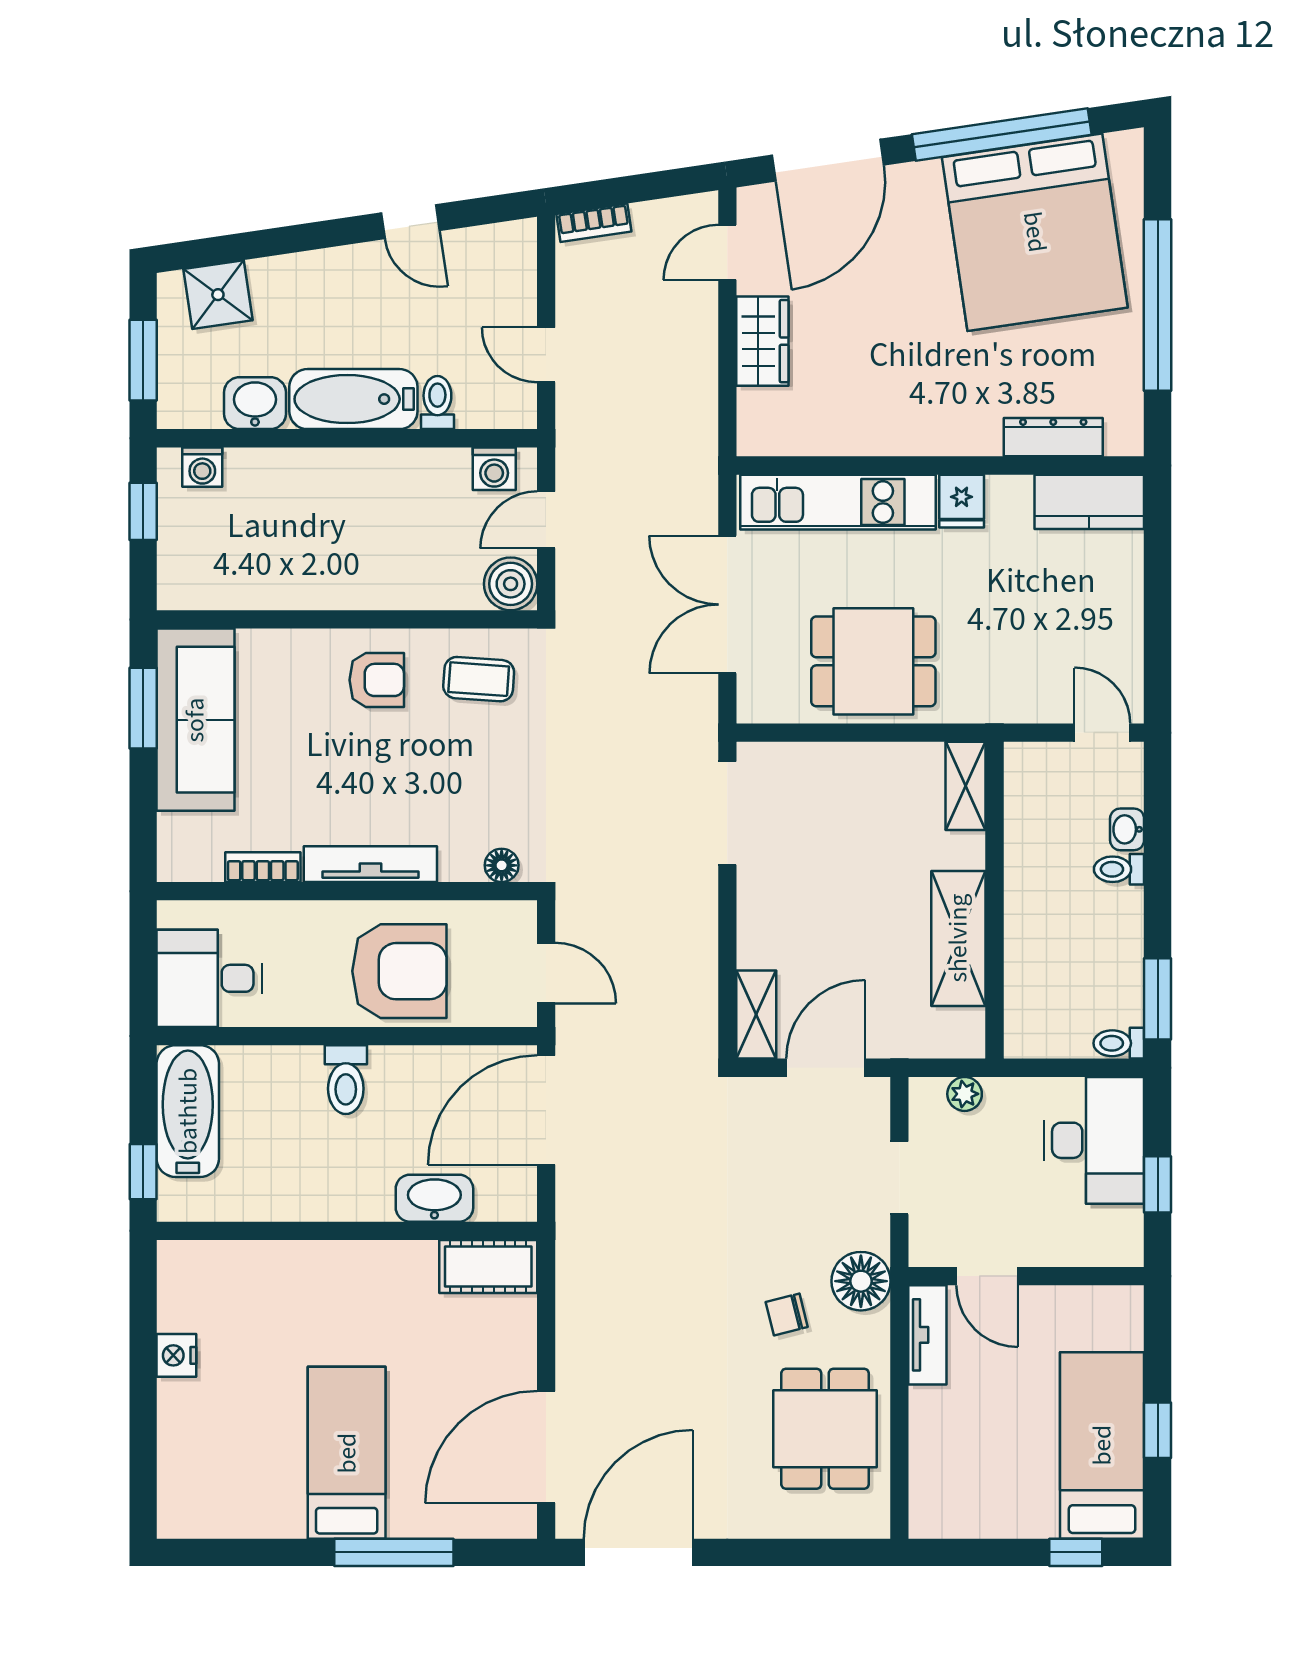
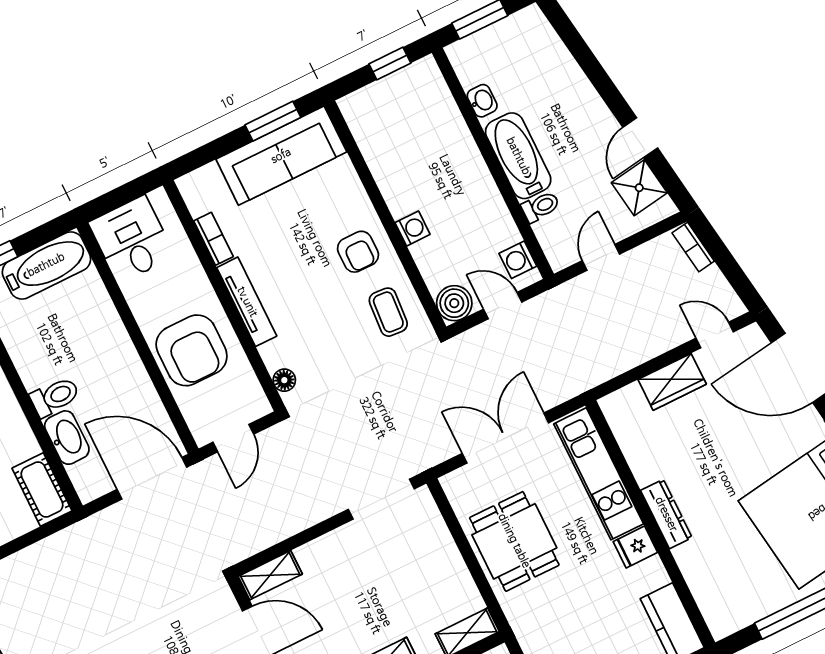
shower: (218, 295) -> (639, 188), moved
washbasin: (255, 403) -> (482, 101), width x0.72, depth x0.69
dresser: (1053, 437) -> (666, 514), moved
washing machine: (202, 467) -> (413, 228), moved, turned 180
toilet: (346, 1080) -> (55, 397), moved, turned 180

